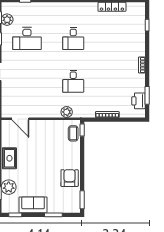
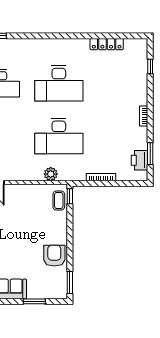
desk: (73, 39) -> (59, 83), width x1.87, depth x1.30
desk: (73, 81) -> (59, 136), width x1.87, depth x1.30

